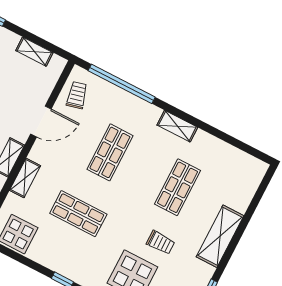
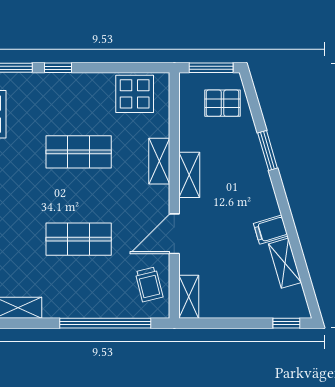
shelving: (34, 52) -> (189, 297), moved, turned 90
shop shelf: (110, 152) -> (79, 239), turned 90

